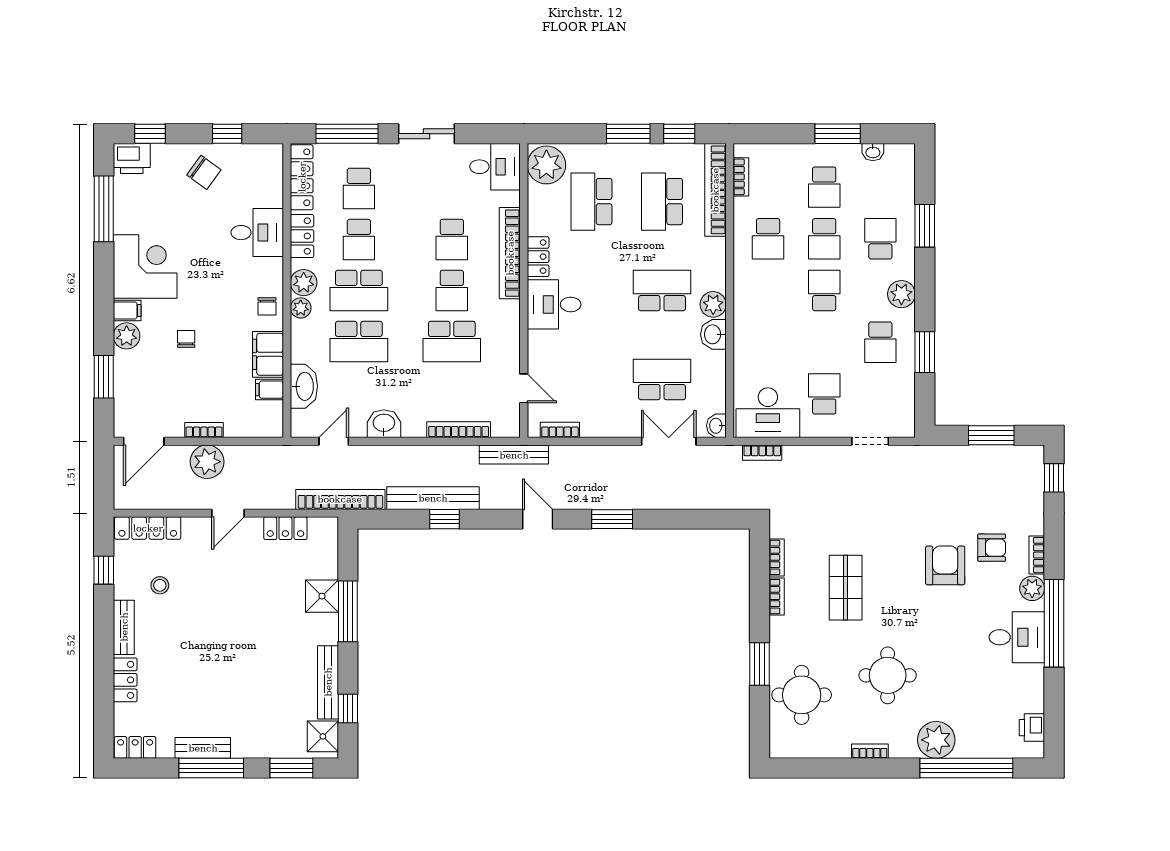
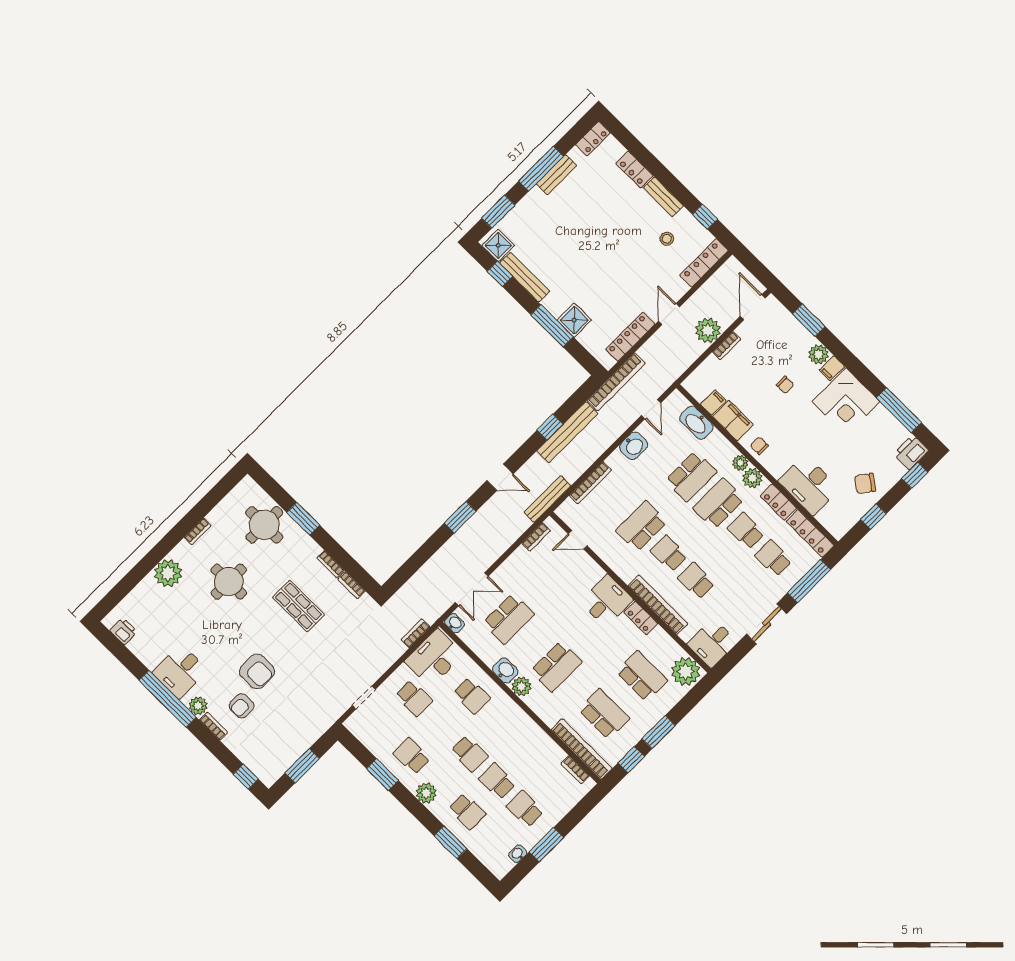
desk: (257, 233) -> (809, 485), width x1.37
school desk: (768, 239) -> (472, 696), moved, turned 180
school desk: (359, 342) -> (691, 476), turned 180
locker: (285, 528) -> (630, 337), width x1.53
window: (966, 768) -> (137, 574), removed

